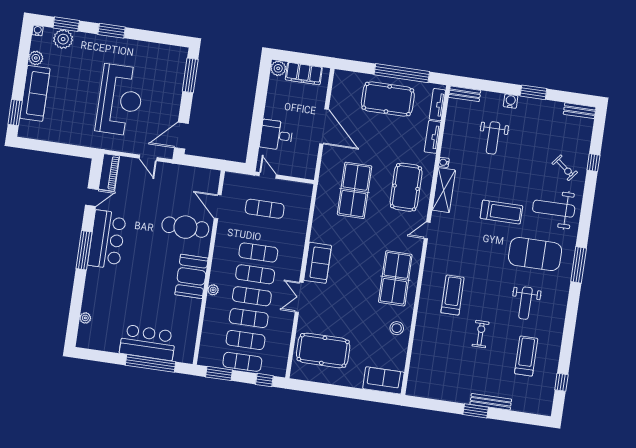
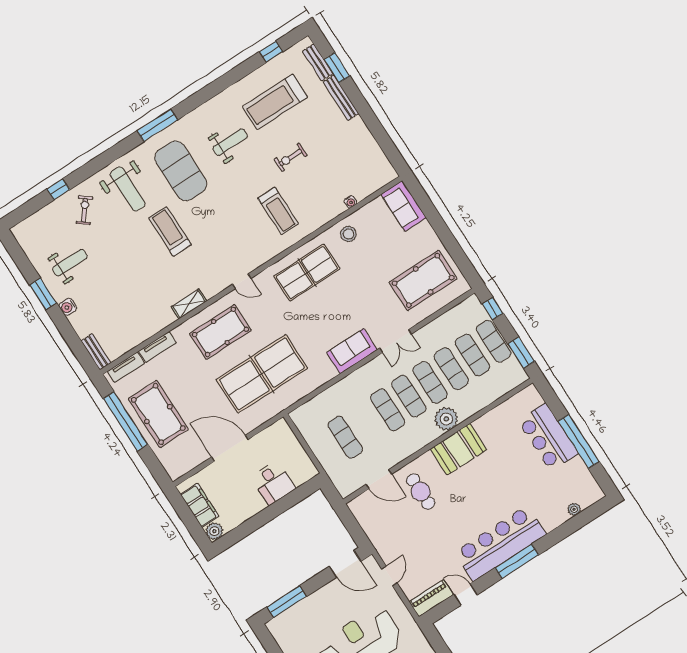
bench: (580, 111) -> (318, 62), moved
door: (324, 126) -> (230, 448), hinge flipped
weight bench: (493, 138) -> (70, 263), moved
water cooler: (444, 162) -> (350, 202), moved
door: (268, 175) -> (314, 460), removed
table tennis table: (355, 190) -> (262, 374), width x1.36, depth x1.32
shelving: (444, 190) -> (189, 304), width x0.67, depth x0.75
door: (218, 207) -> (379, 479), hinge flipped
cafe table: (185, 227) -> (421, 492), width x0.73, depth x0.74
bar counter: (107, 239) -> (500, 543), width x1.36
plant: (213, 290) -> (446, 419), width x1.88, depth x1.88
treadmill: (452, 295) -> (278, 211), turned -90
pool table: (323, 350) -> (423, 280), turned 90
treadmill: (526, 356) -> (275, 102), width x1.37, depth x1.38
window: (150, 363) -> (578, 441), moved
window: (476, 411) -> (337, 68), moved

